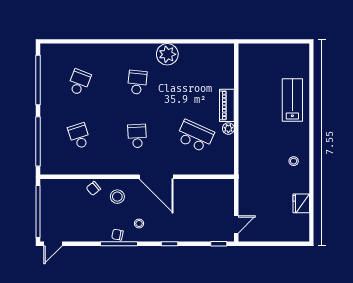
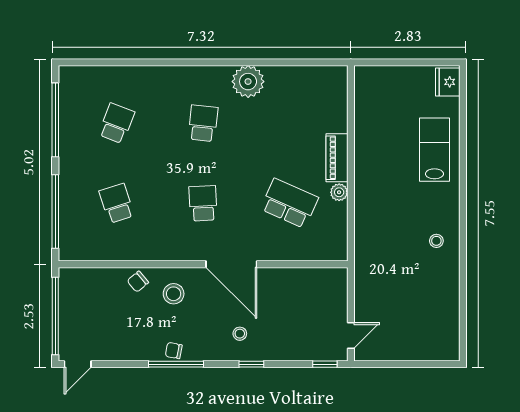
fridge: (301, 203) -> (448, 82), moved
stool: (139, 224) -> (240, 334), moved

